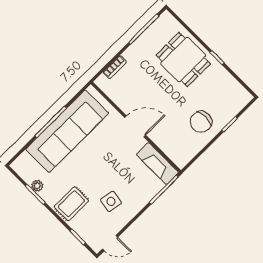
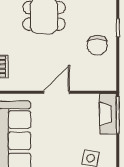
fireplace: (157, 163) -> (108, 114), moved, turned 90

